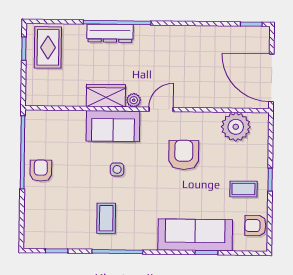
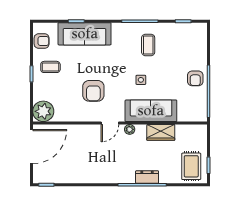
dresser: (110, 33) -> (147, 177), width x0.70
door: (271, 78) -> (31, 147), hinge flipped
wardrobe: (106, 96) -> (161, 132), moved
sofa: (113, 126) -> (151, 111), width x1.36
plant: (236, 127) -> (43, 111), moved

